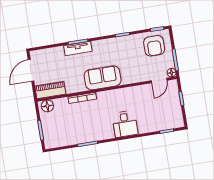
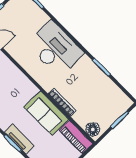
sofa: (103, 78) -> (46, 113), moved
desk: (125, 124) -> (55, 49), width x1.87, depth x1.30

